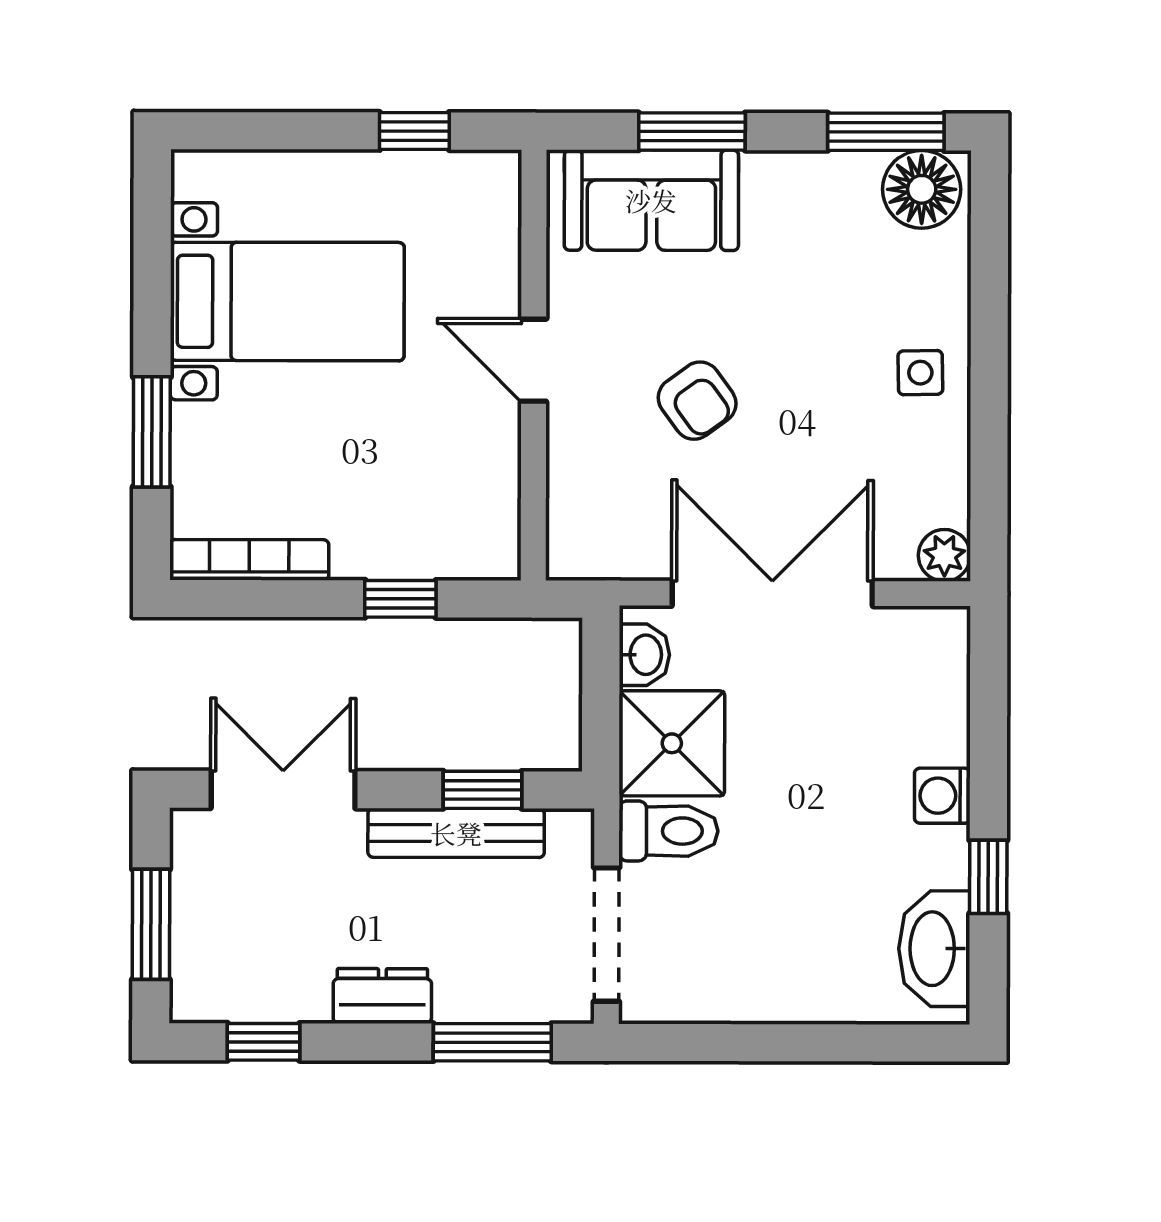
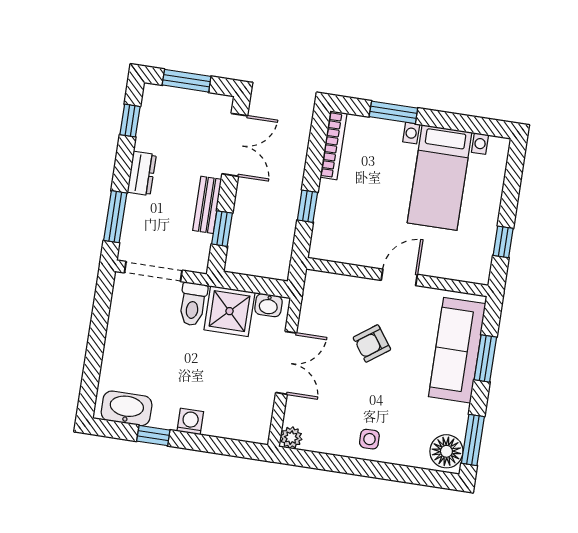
sofa: (651, 200) -> (457, 350), width x1.36
double door: (772, 593) -> (286, 363), width x0.73
bench: (456, 833) -> (207, 205), width x0.73

